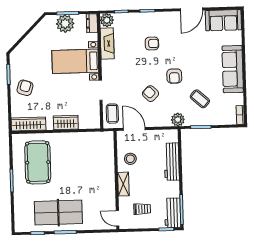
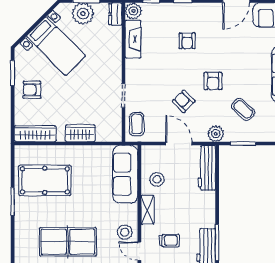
armchair: (152, 43) -> (187, 41), turned 90
bed with nightstands: (75, 61) -> (56, 46), moved, turned -135
armchair: (25, 88) -> (32, 90), turned -108
door: (134, 129) -> (179, 143), moved
sofa: (104, 155) -> (125, 174), added
pool table: (38, 162) -> (45, 180), turned 90
workbench: (172, 162) -> (207, 168), moved
stool: (105, 203) -> (125, 232), added

